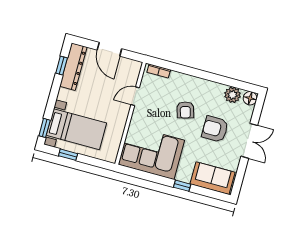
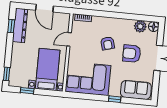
bed with nightstands: (76, 129) -> (48, 69), moved, turned -90

